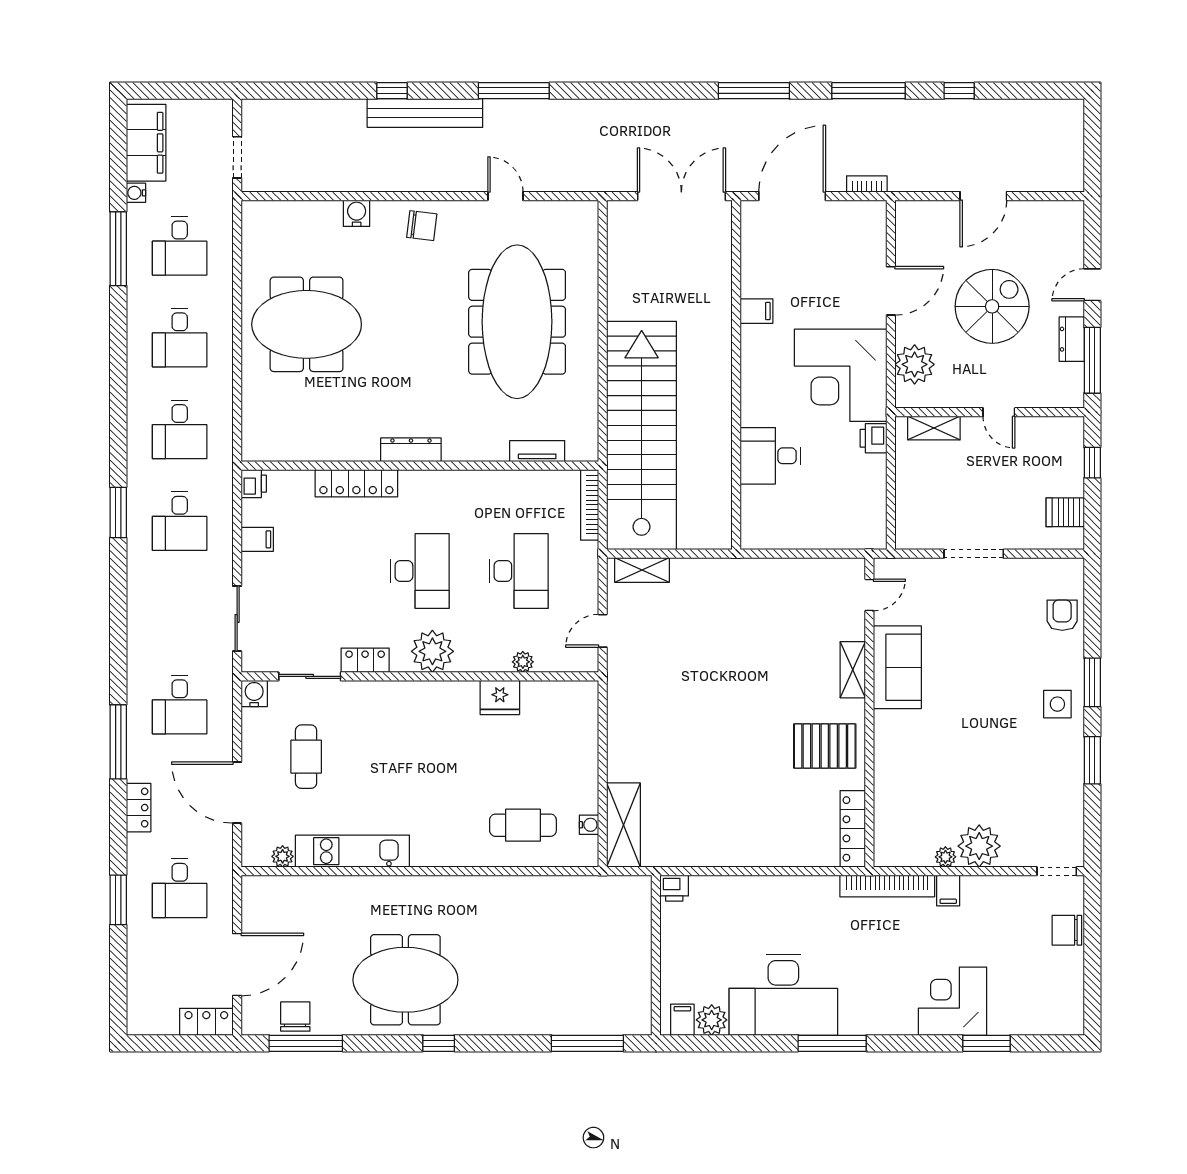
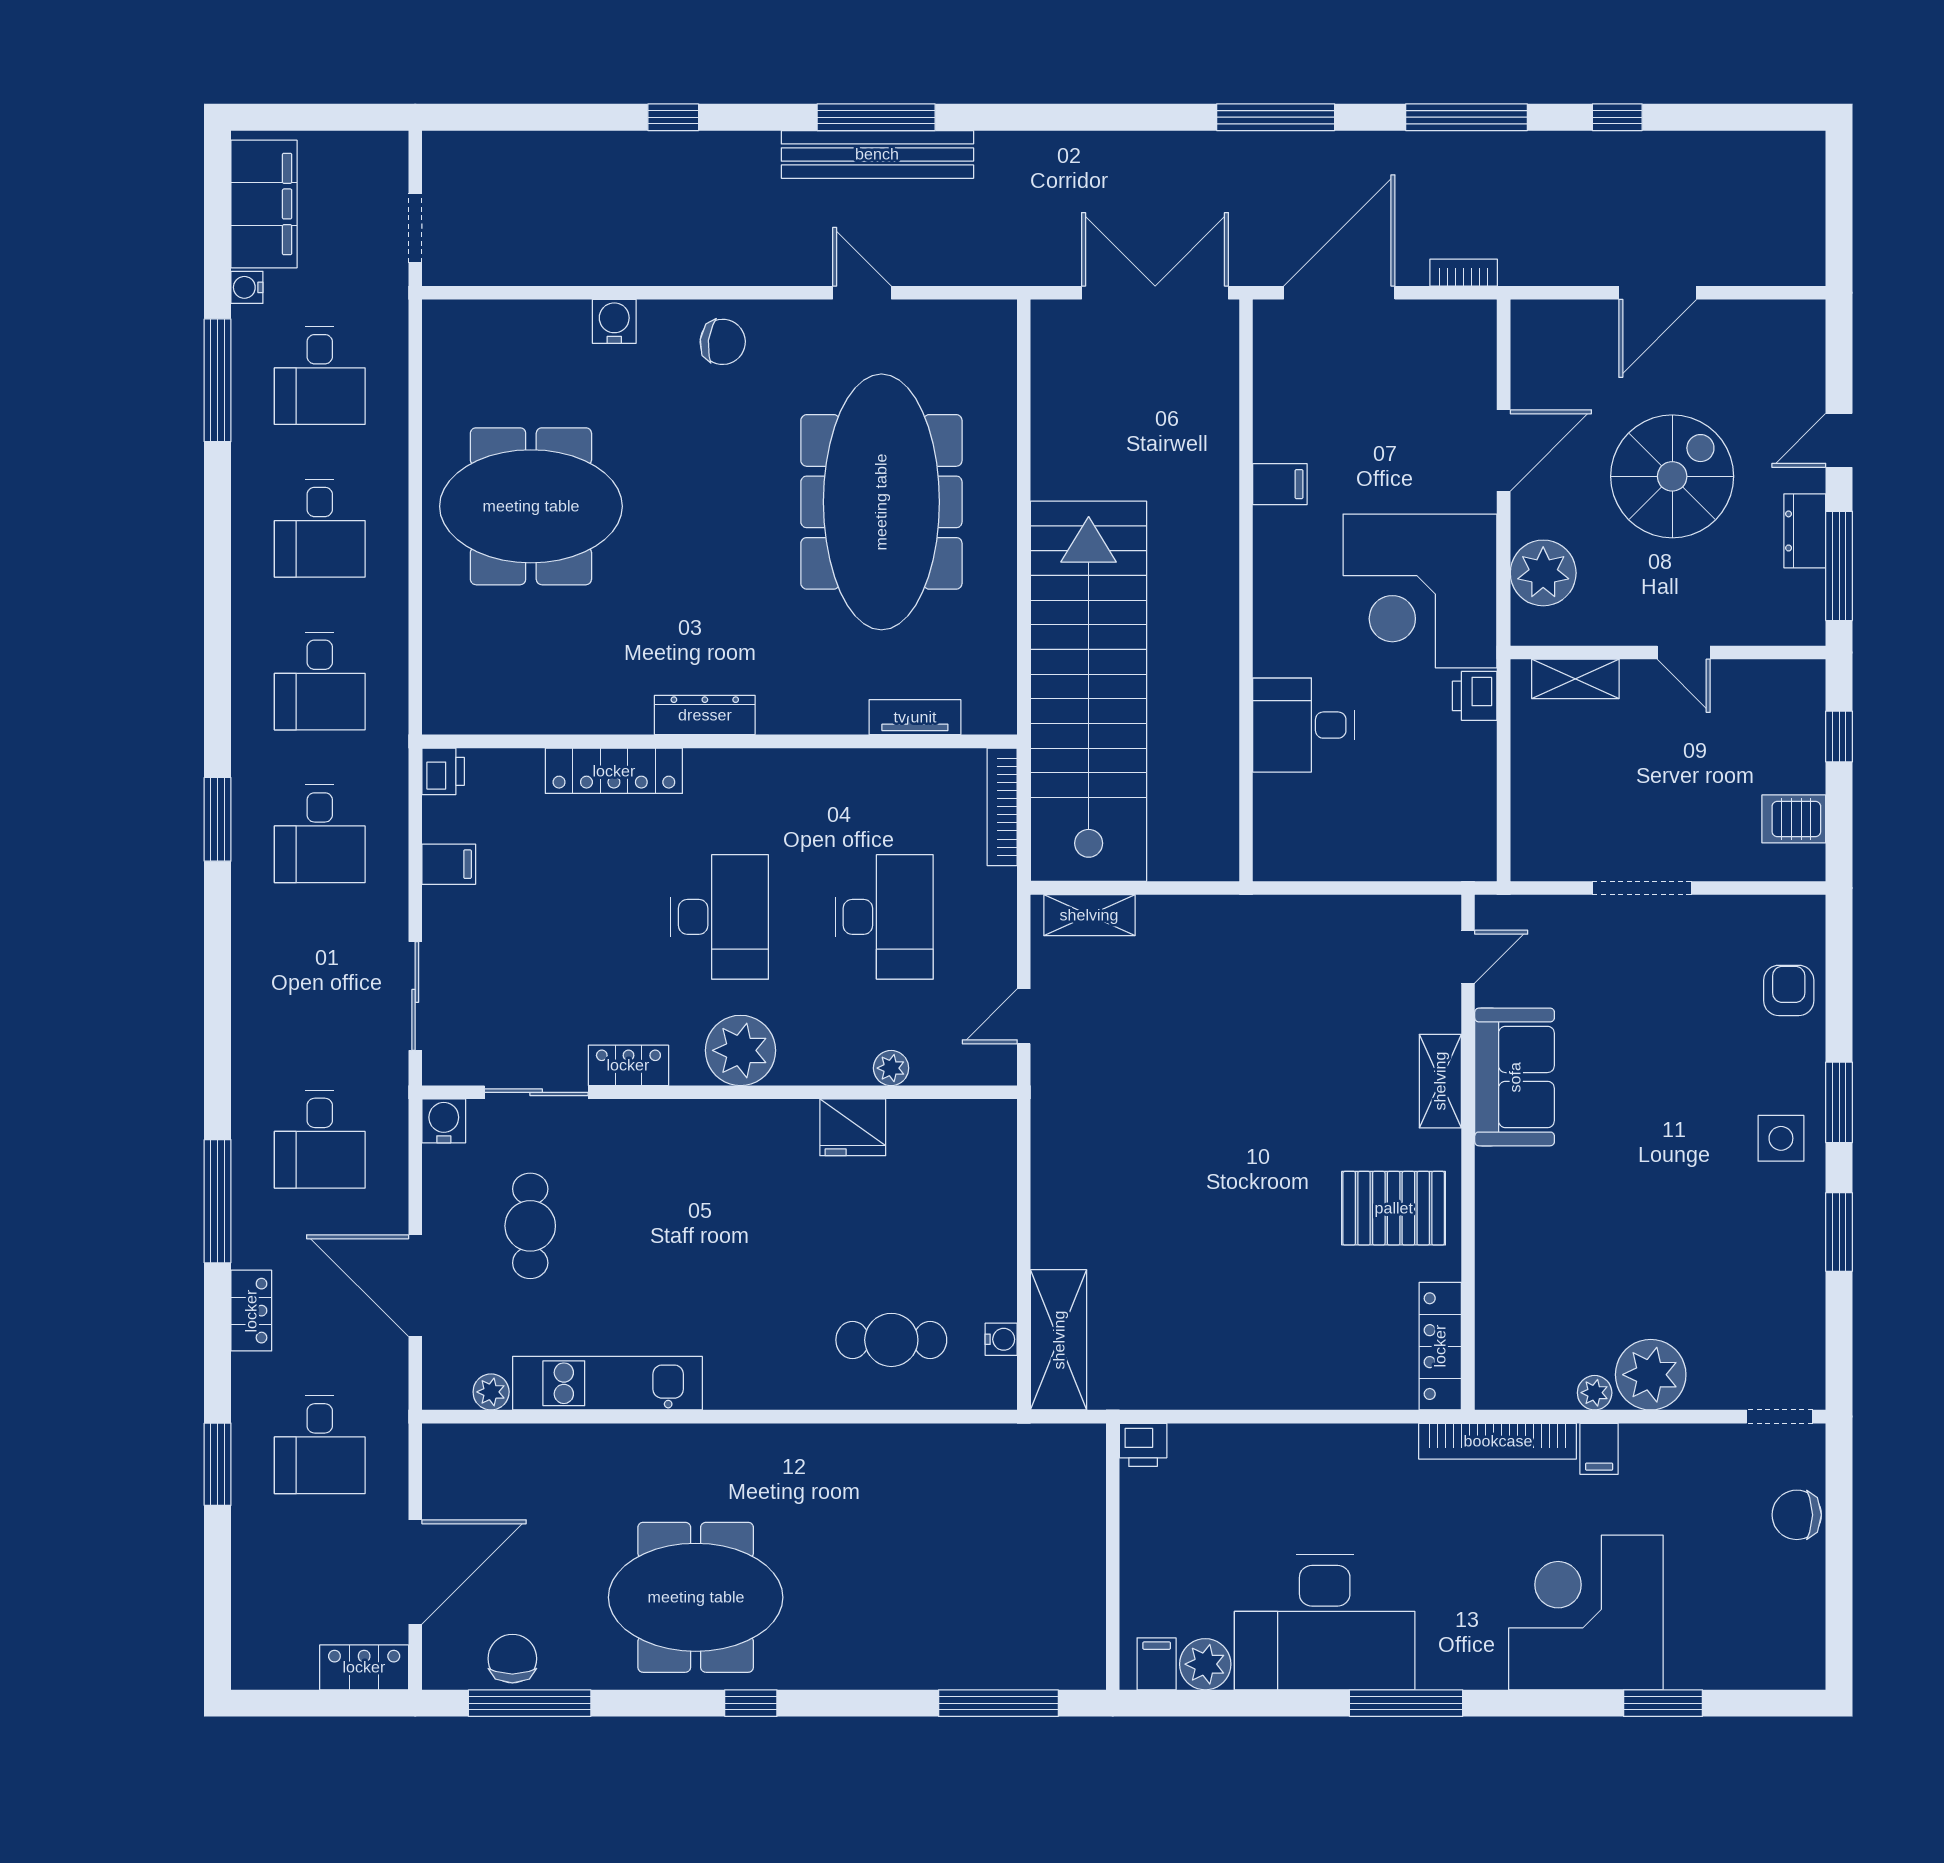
bench: (425, 113) -> (877, 154), moved
corner desk: (953, 1001) -> (1586, 1613), width x1.36, depth x1.36

